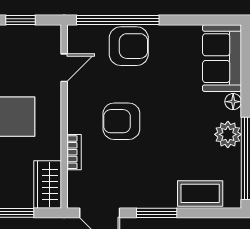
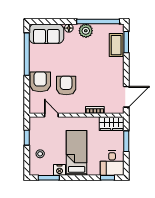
window: (118, 20) -> (27, 54), moved
armchair: (121, 121) -> (66, 85), moved, turned 180
window: (157, 213) -> (126, 42), moved

